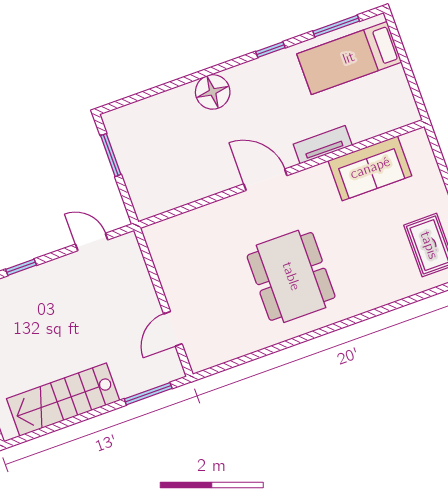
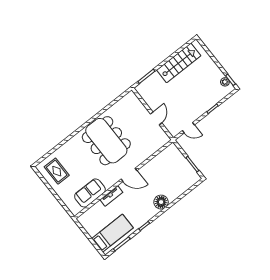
dining table: (291, 276) -> (106, 141), width x1.36, depth x1.24
door: (173, 329) -> (156, 118), moved

